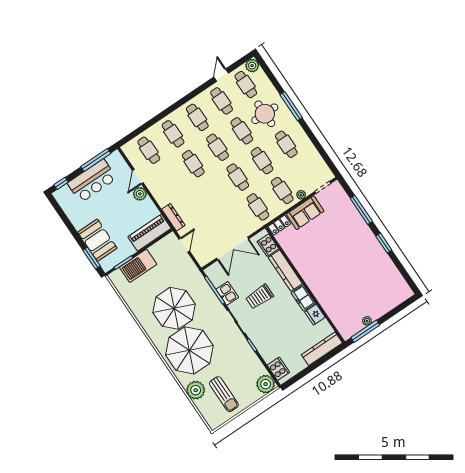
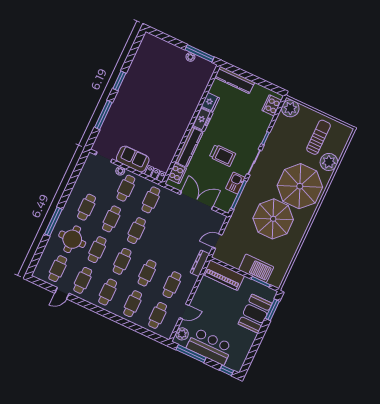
plant: (252, 66) -> (39, 273), removed
cafe table: (169, 180) -> (172, 285), added
plant: (140, 194) -> (182, 334), moved

